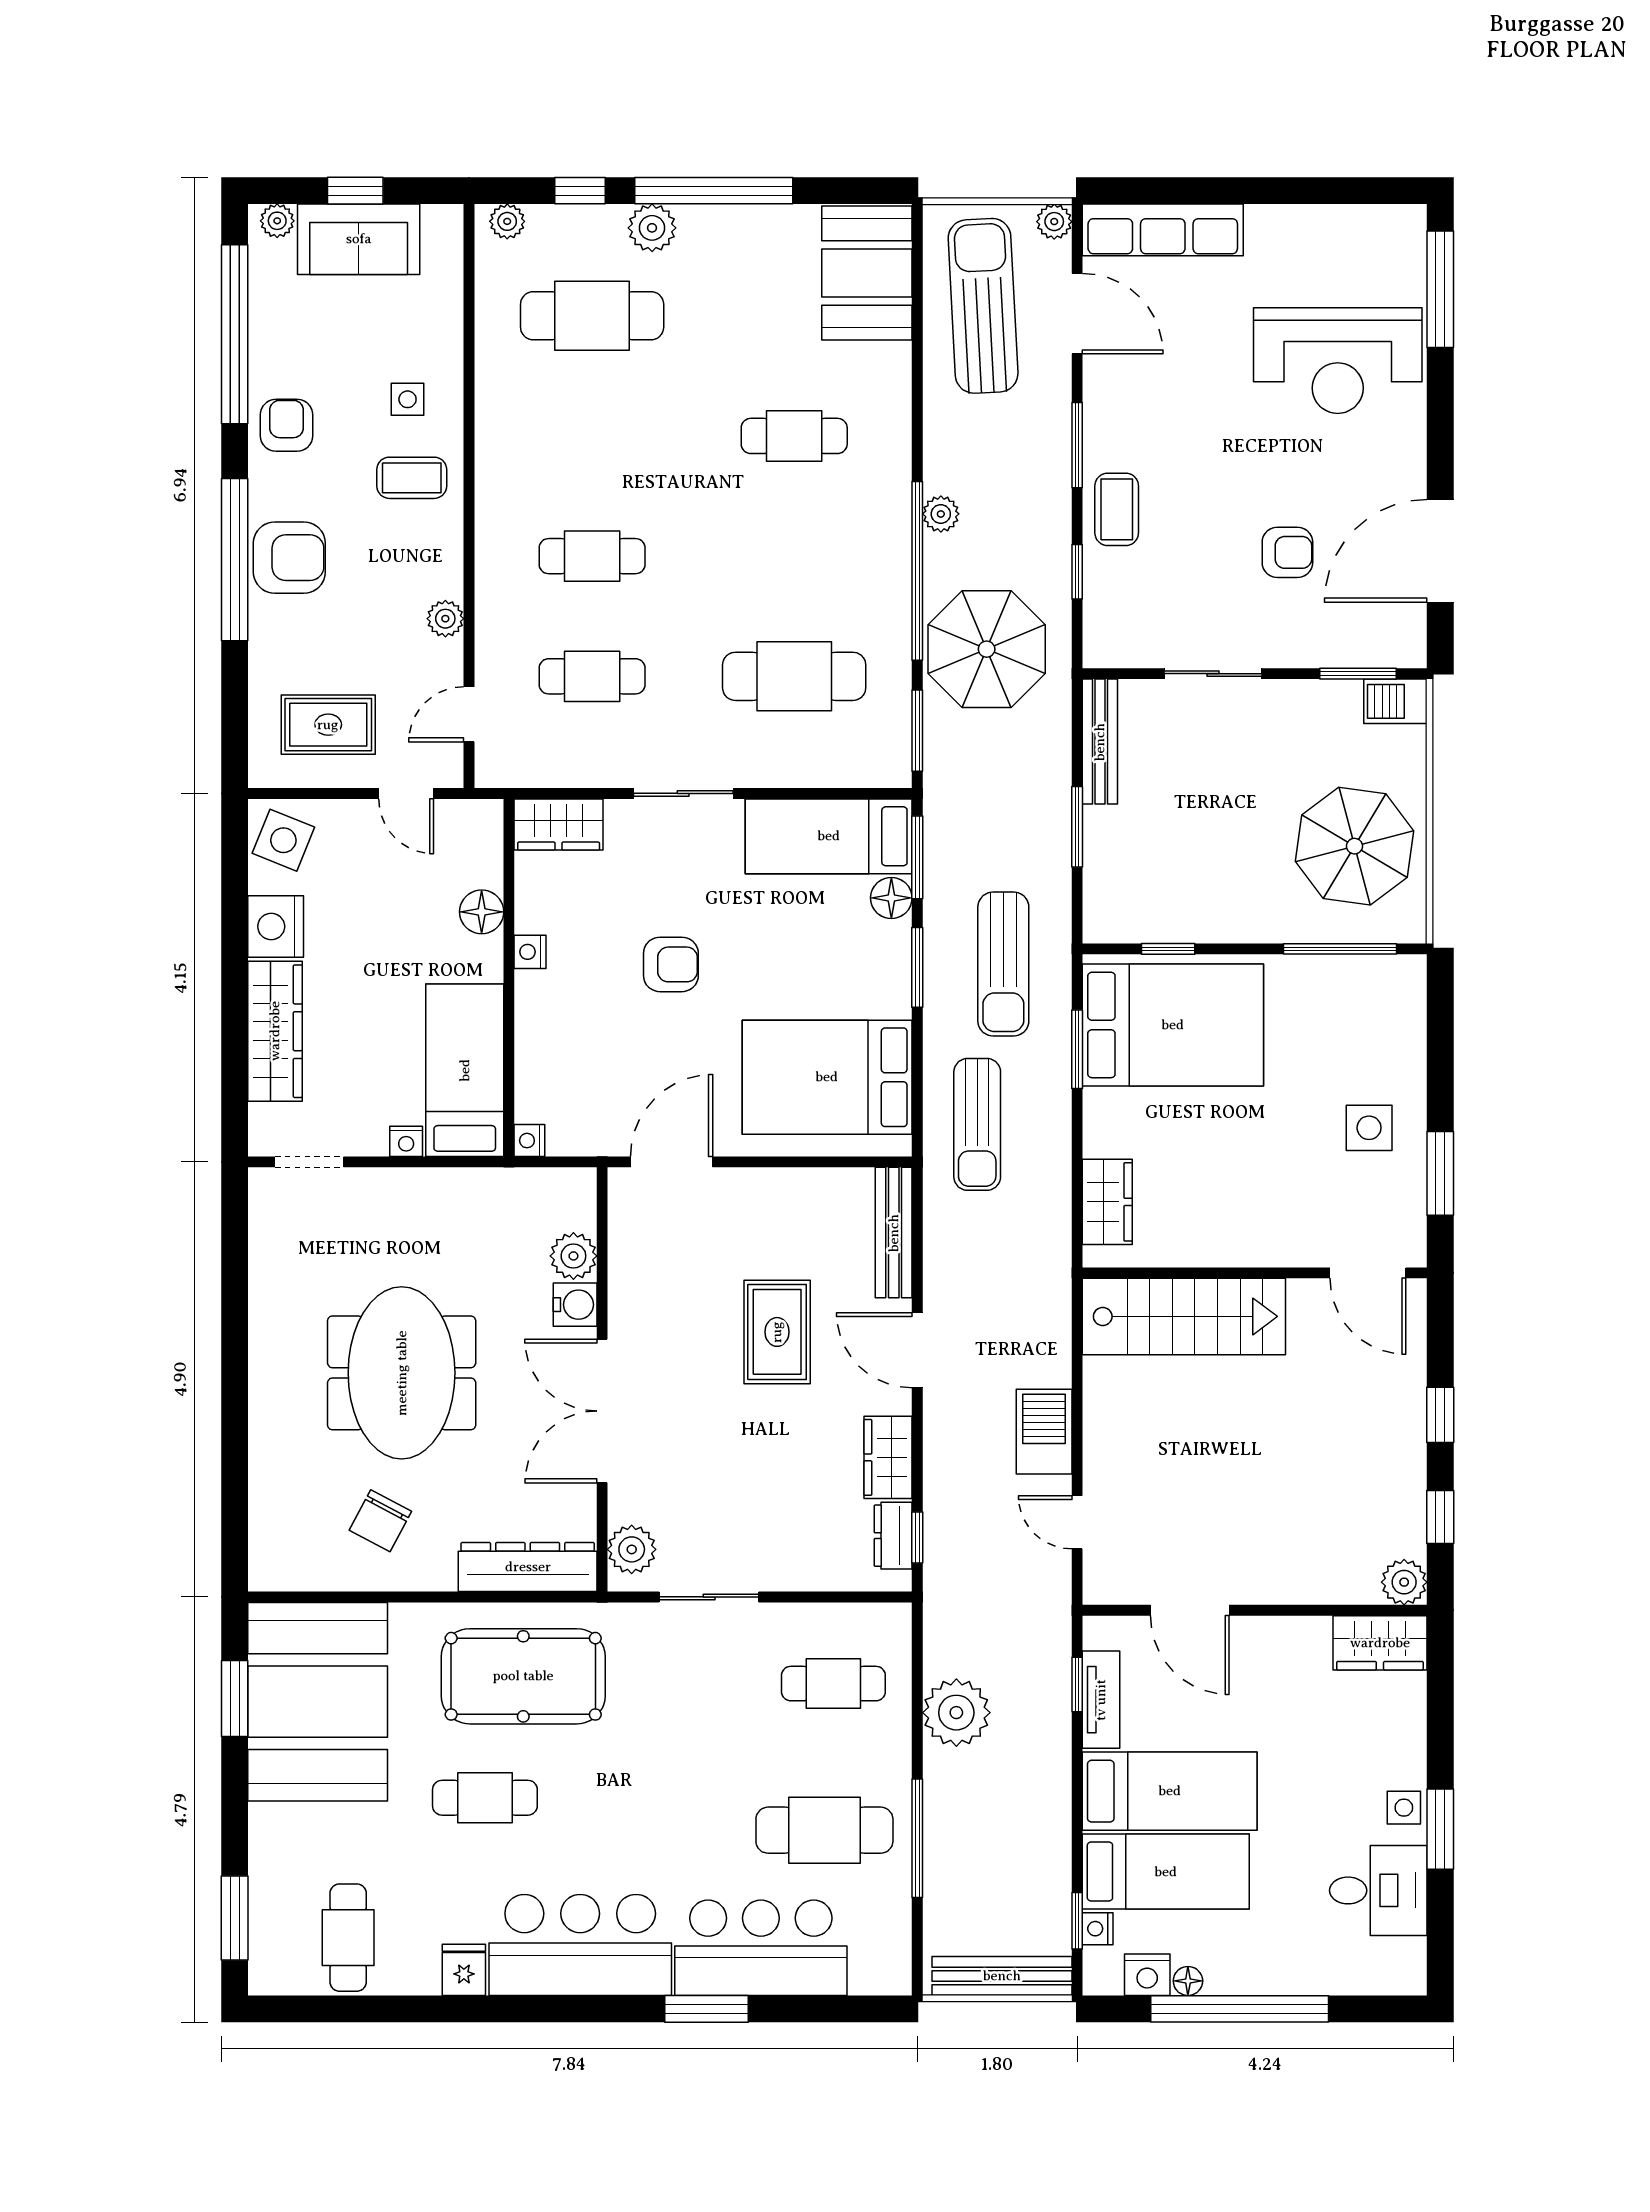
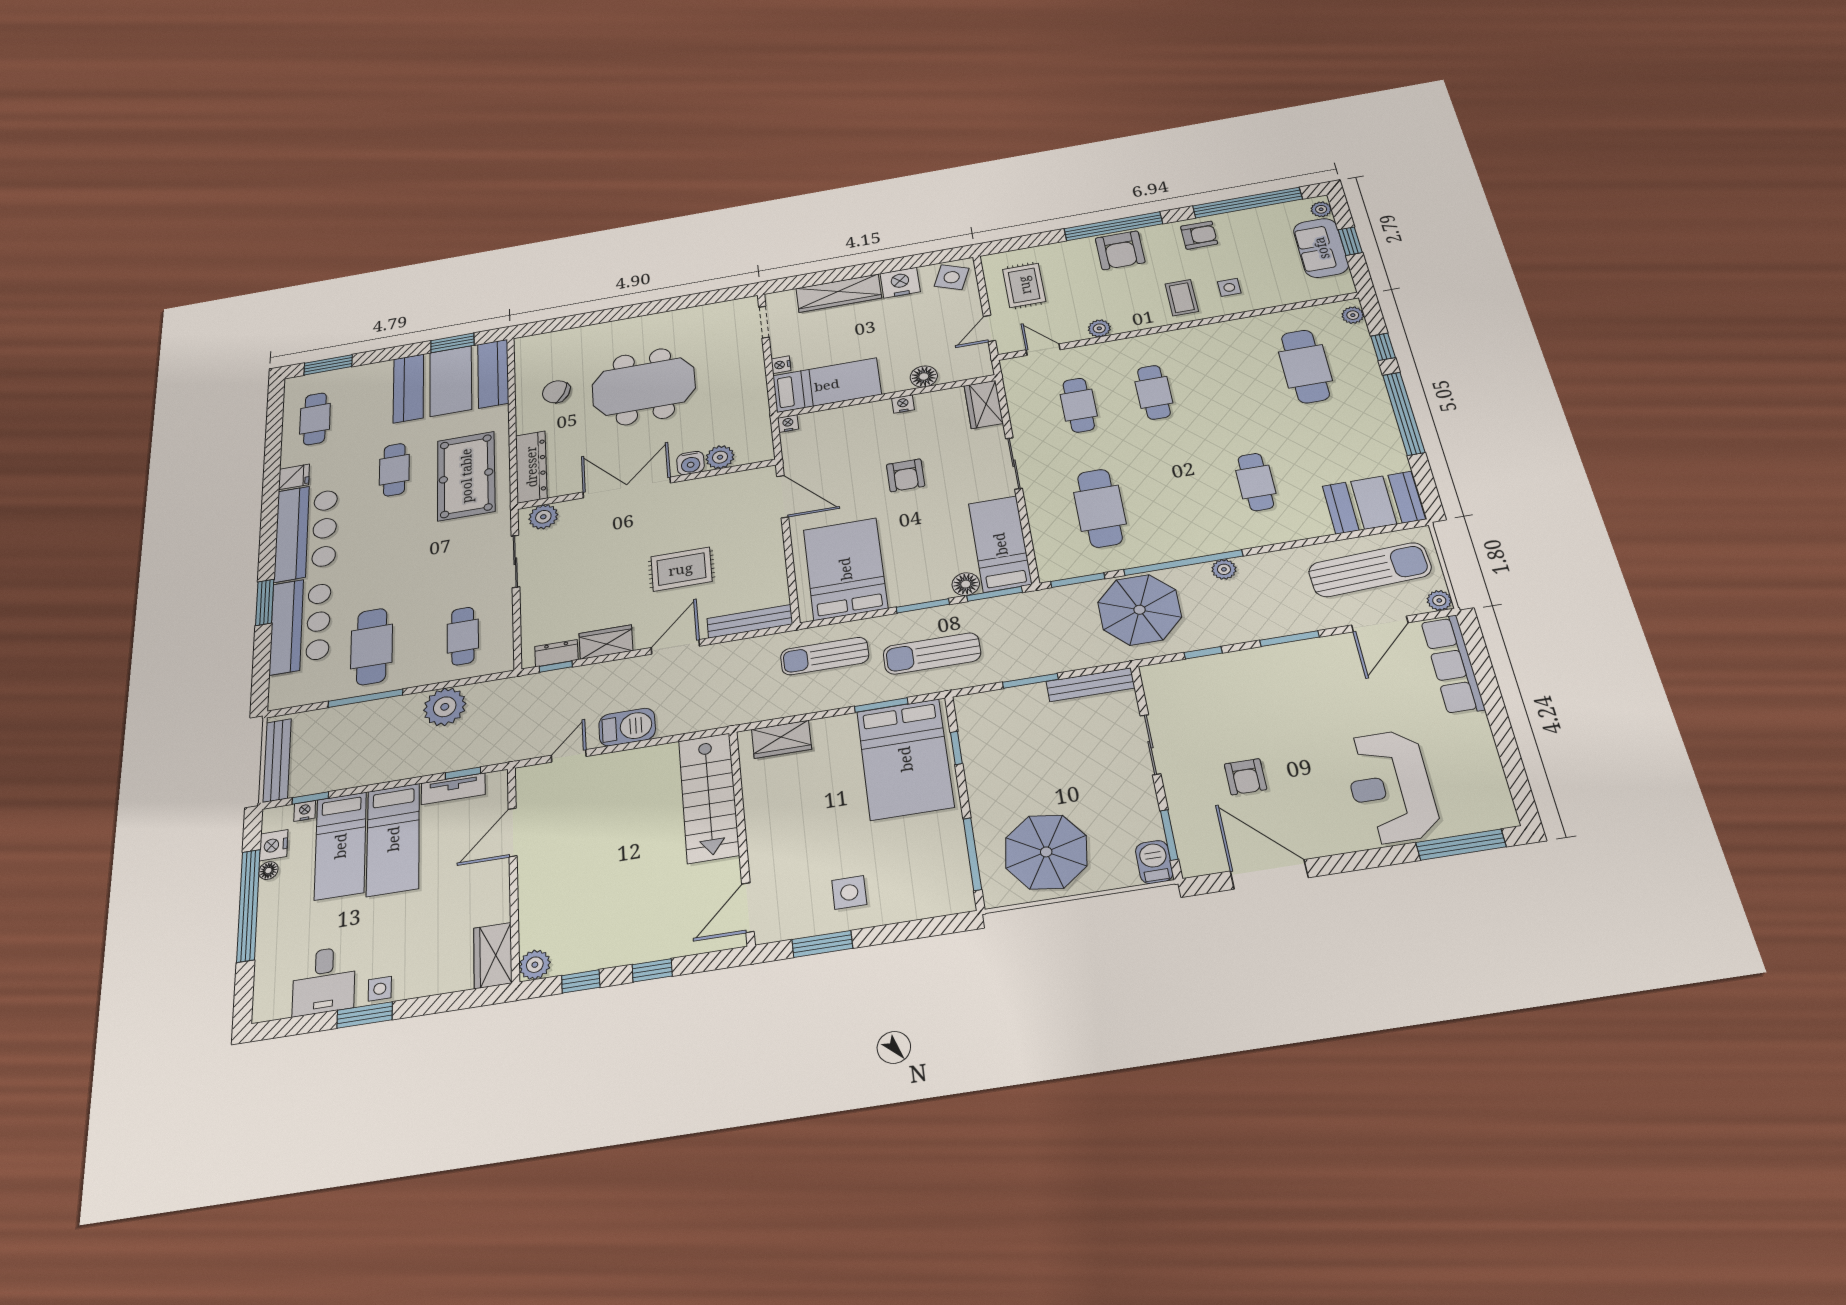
plant: (652, 228) -> (1370, 386), removed
coffee table: (1117, 509) -> (1251, 669), removed
cafe table: (348, 1938) -> (315, 419), turned 90

